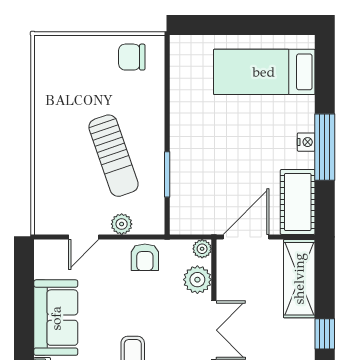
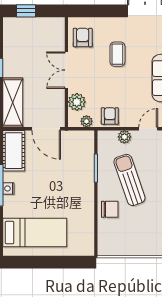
chair: (132, 57) -> (110, 209), moved
door: (246, 237) -> (46, 129), hinge flipped
plant: (202, 249) -> (86, 121), moved

